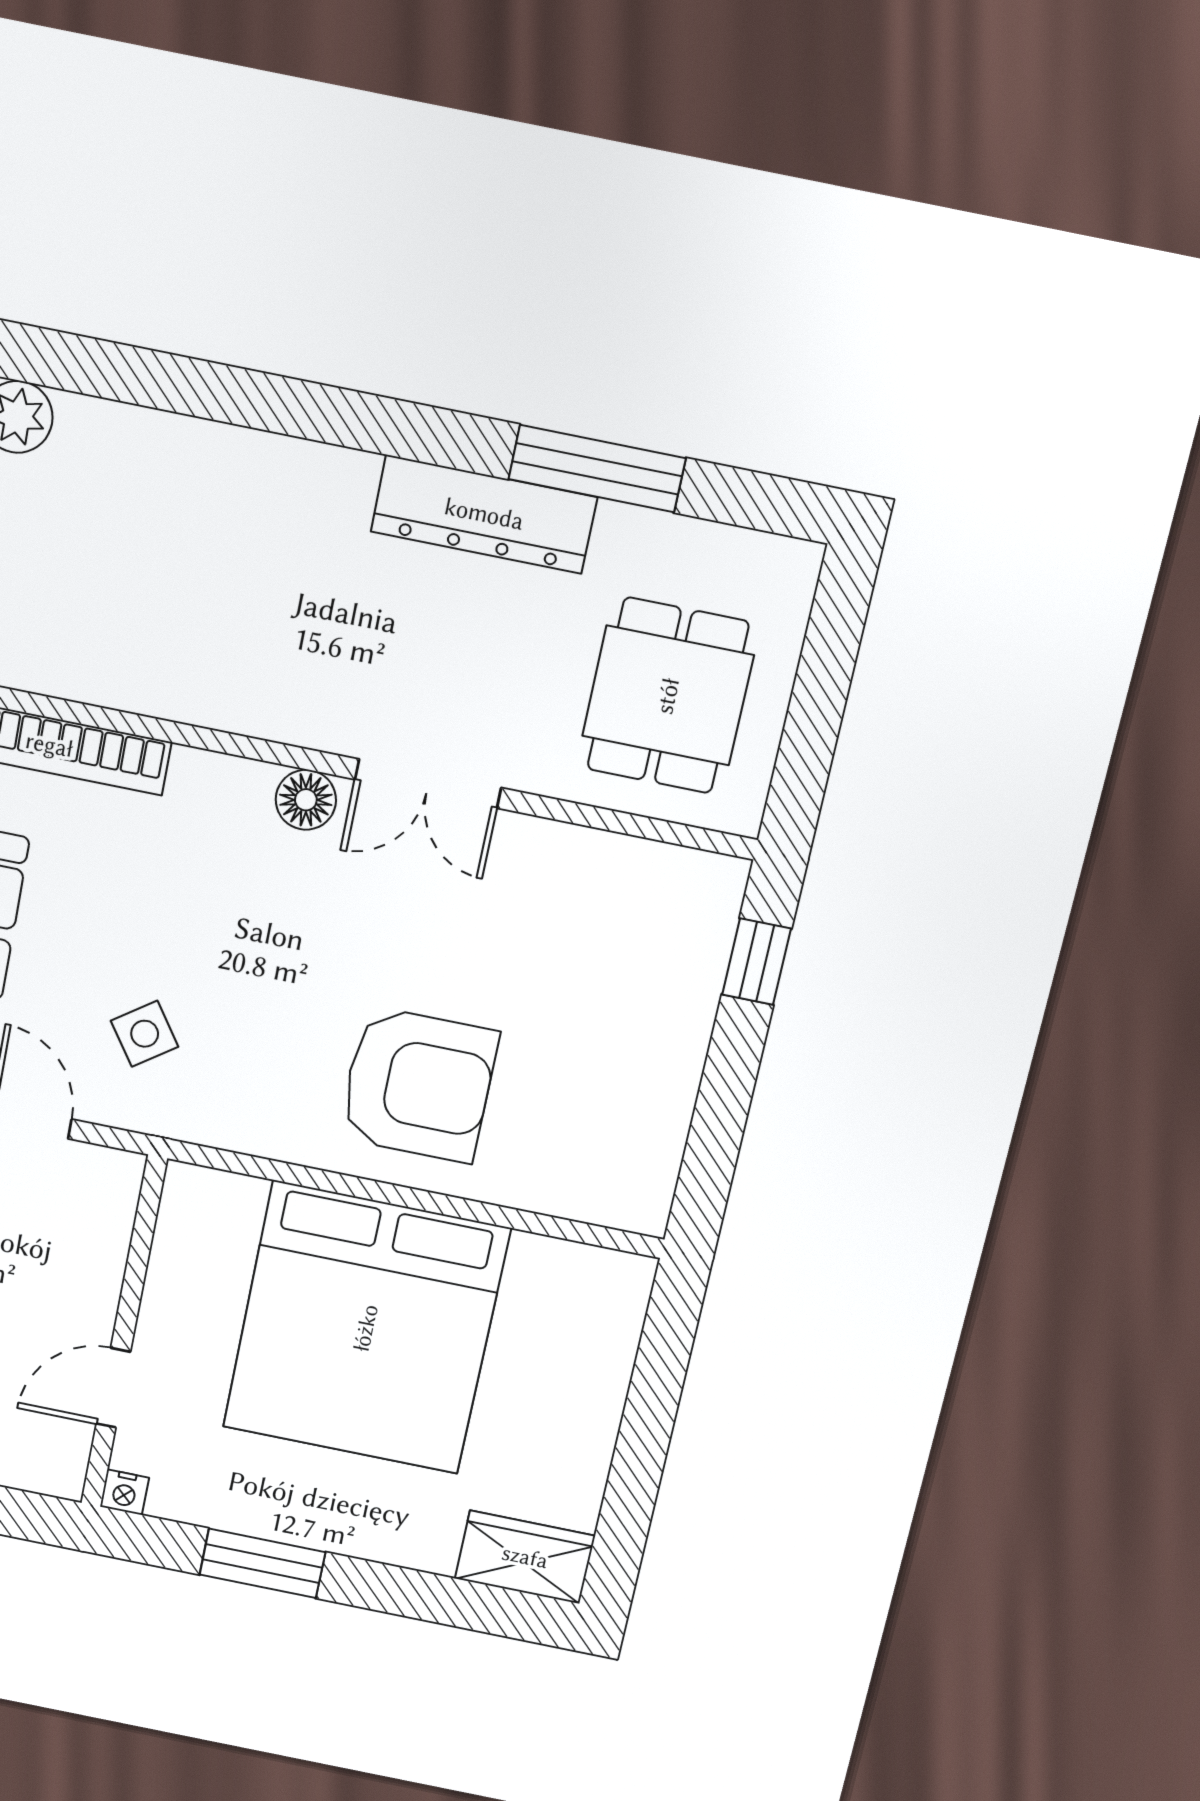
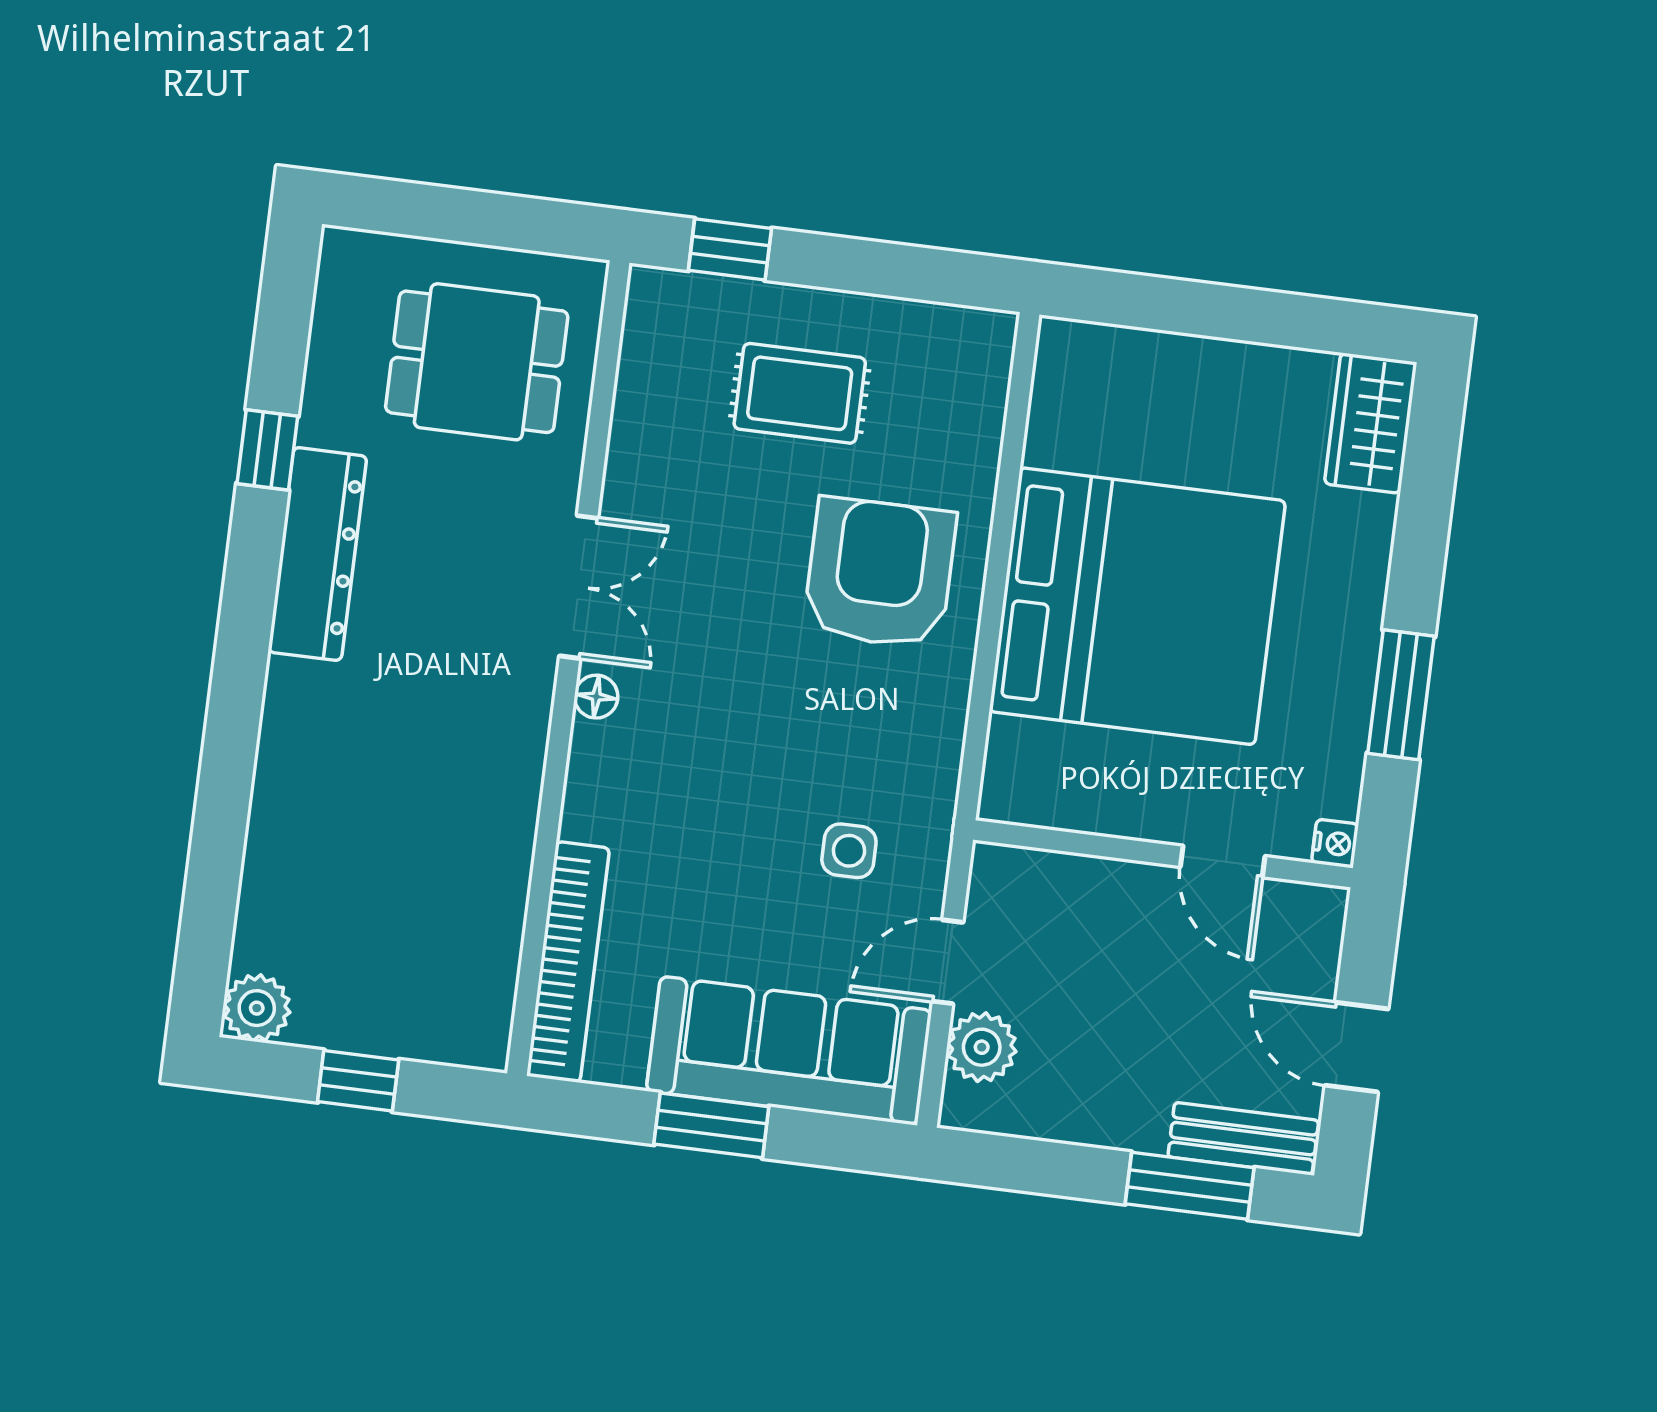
window: (597, 469) -> (267, 450), width x0.46
floor lamp: (306, 800) -> (596, 697), width x0.73, depth x0.73
rug: (604, 1020) -> (800, 393), added
side table: (145, 1034) -> (849, 851), turned 35

